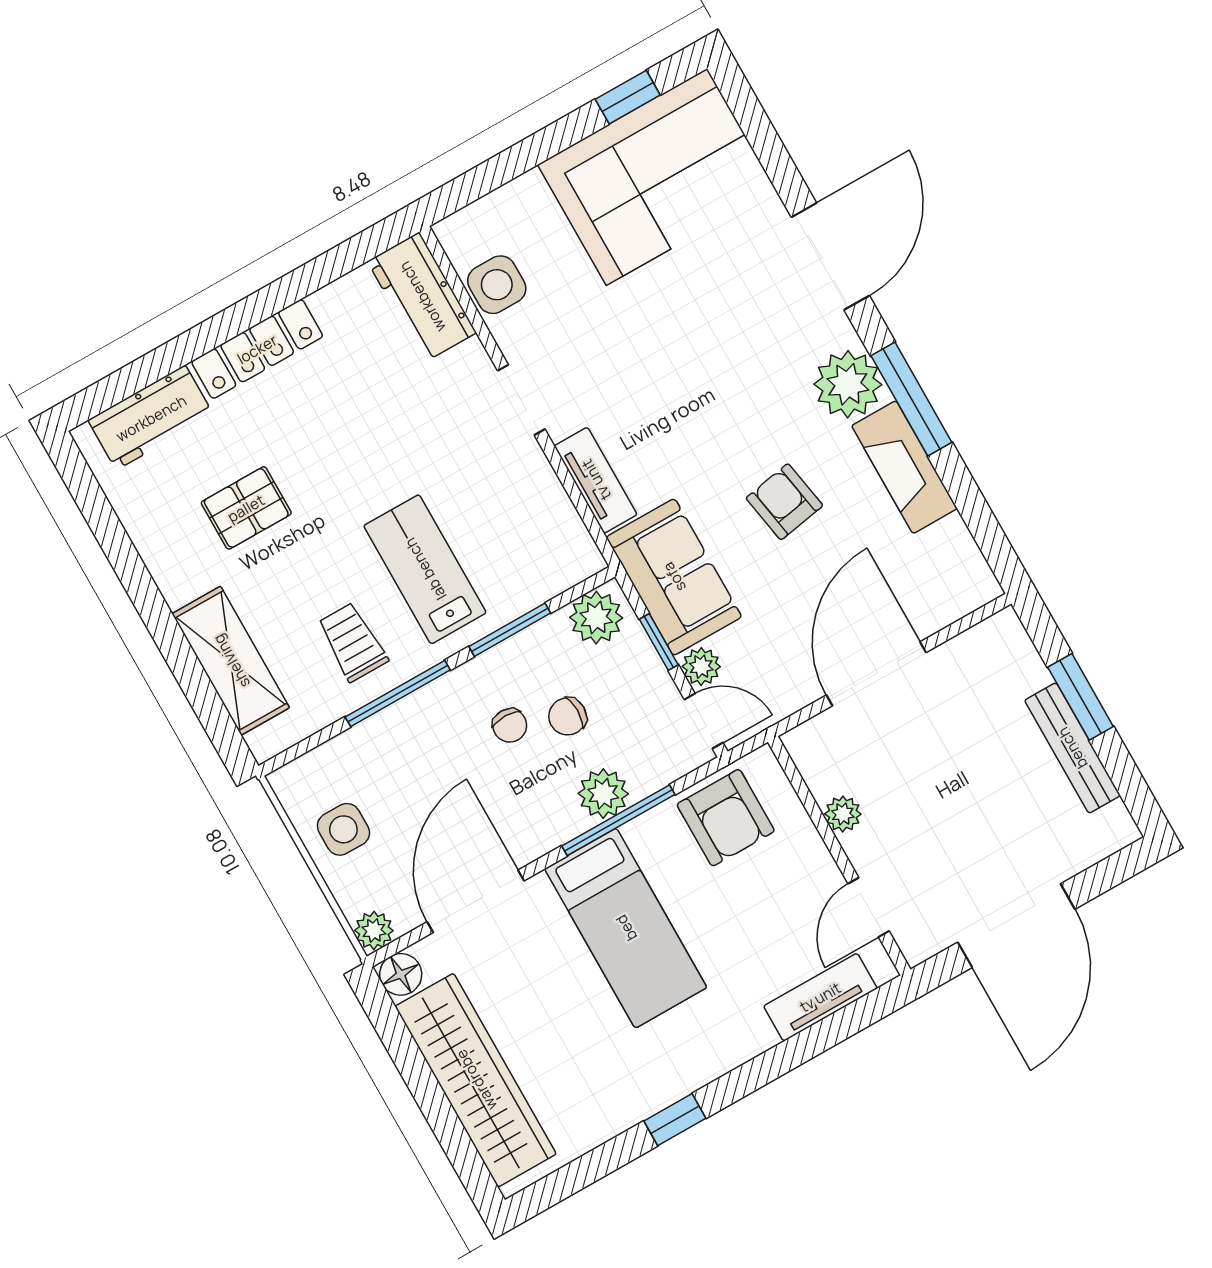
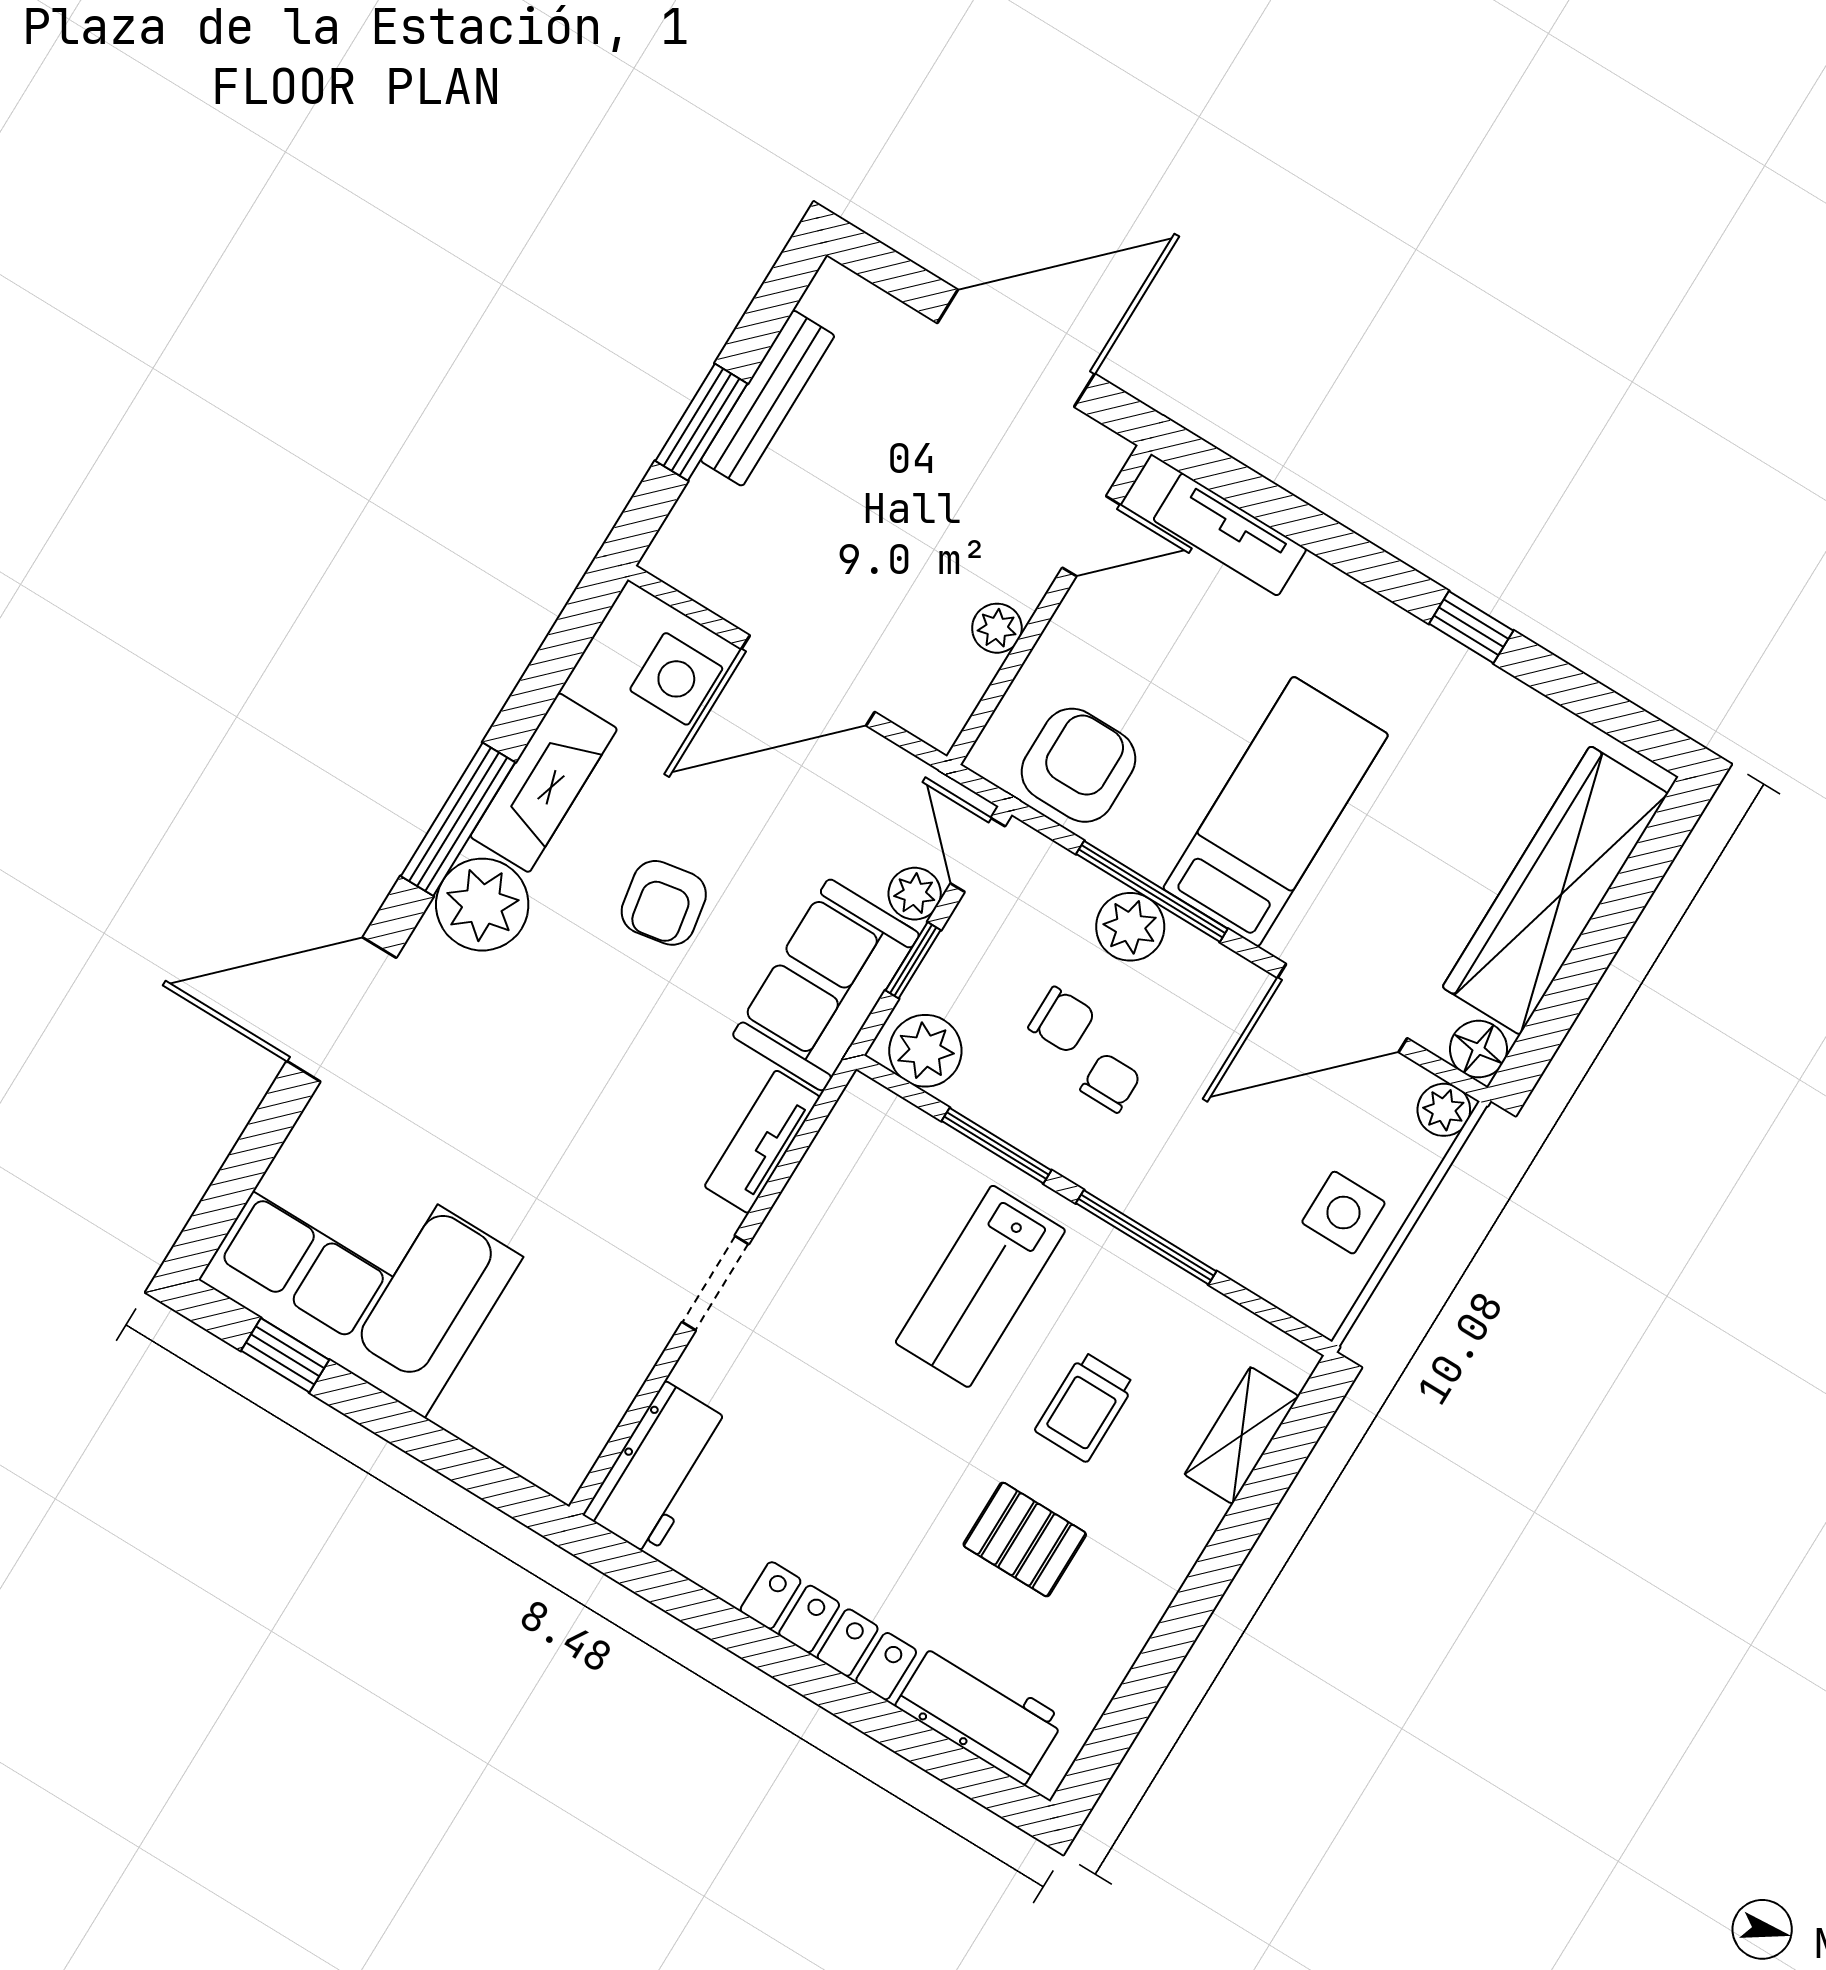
side table: (497, 285) -> (676, 679), moved
trolley: (353, 642) -> (1085, 1407), moved
shelving: (231, 661) -> (1242, 1435), width x0.67, depth x0.75

